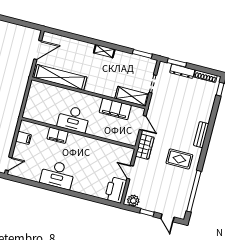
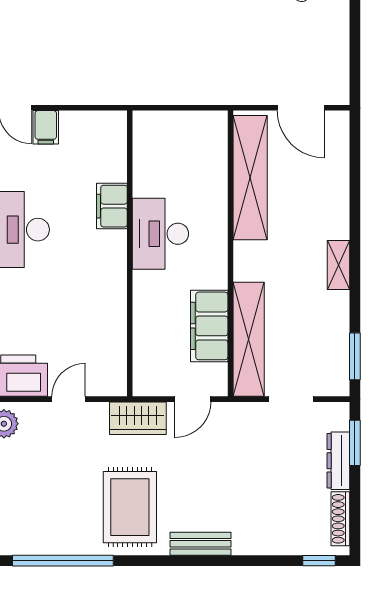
shelving: (132, 96) -> (249, 339), width x1.47
filing cabinet: (23, 138) -> (46, 127), moved
rug: (179, 159) -> (130, 507), width x1.36, depth x1.43

